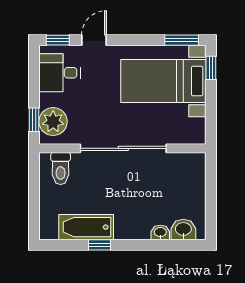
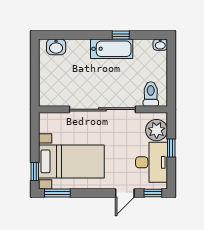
desk: (60, 73) -> (152, 162), width x1.37
window: (34, 120) -> (171, 148), moved
bathtub: (86, 227) -> (112, 49), moved
washbasin: (160, 232) -> (160, 45), moved

